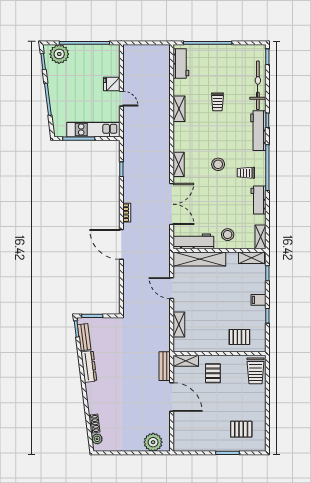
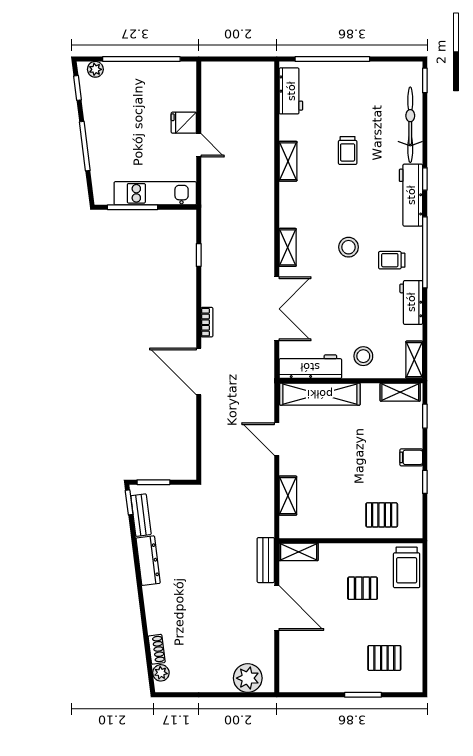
plant: (59, 54) -> (95, 69), width x0.53, depth x0.53
pallet: (213, 373) -> (363, 588), moved, turned 90

